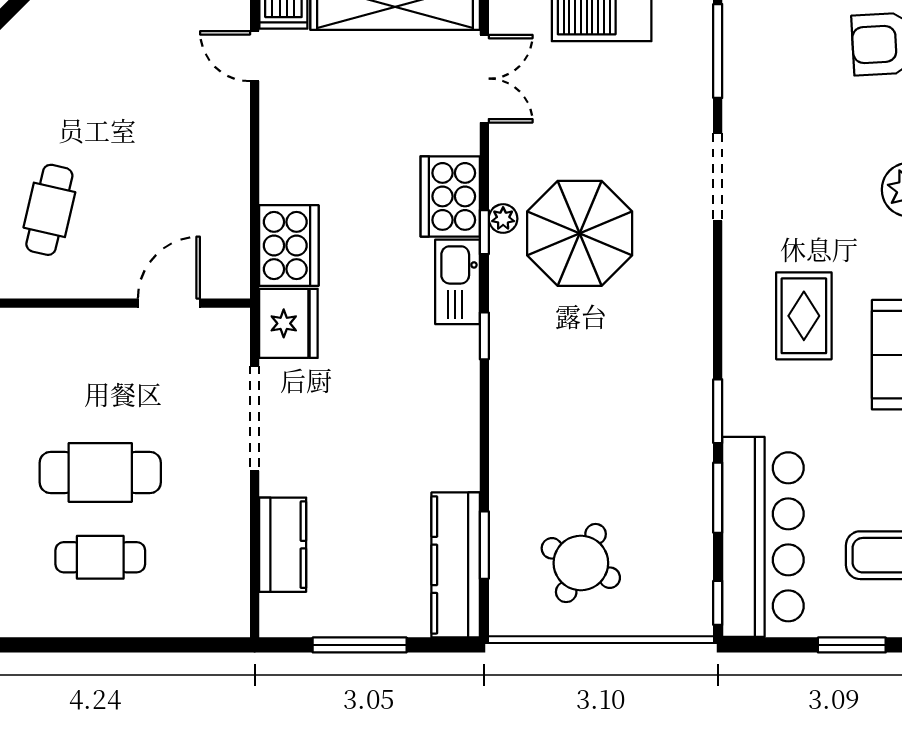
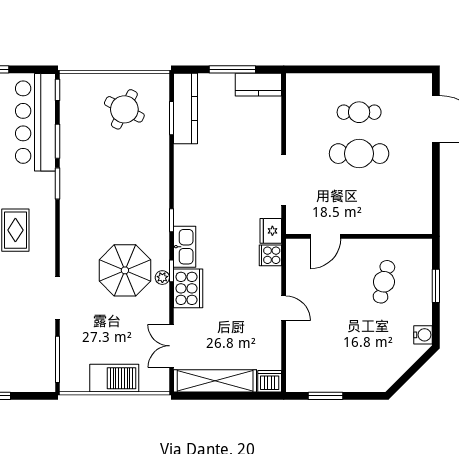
door: (255, 56) -> (284, 308), moved
cooker: (289, 246) -> (270, 255), width x0.53, depth x0.76
fridge: (288, 323) -> (271, 231), width x0.73, depth x0.75
kitchen counter: (283, 545) -> (258, 85), moved, turned -90

